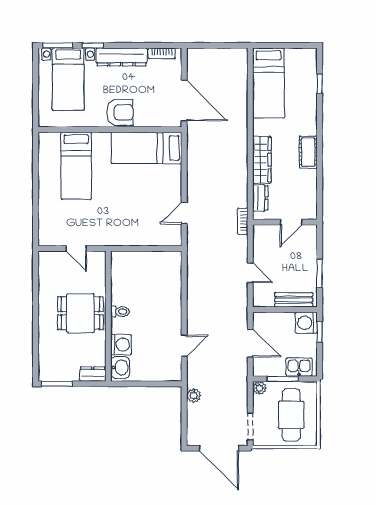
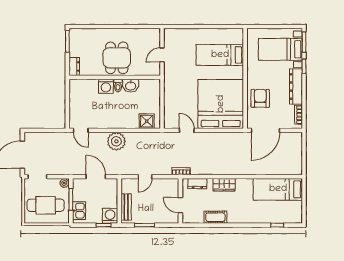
armchair: (120, 112) -> (260, 98), moved, turned 180
bed: (147, 148) -> (221, 104), width x2.04
cot: (308, 152) -> (215, 217), moved
wardrobe: (262, 160) -> (224, 185), width x0.67
shower: (171, 270) -> (147, 121), added
door: (250, 343) -> (96, 177), swing flipped
washing machine: (121, 345) -> (106, 86), moved
door: (184, 346) -> (81, 130), moved
washbasin: (120, 367) -> (131, 86), moved
plant: (194, 396) -> (116, 141), moved, width x1.87, depth x1.87

